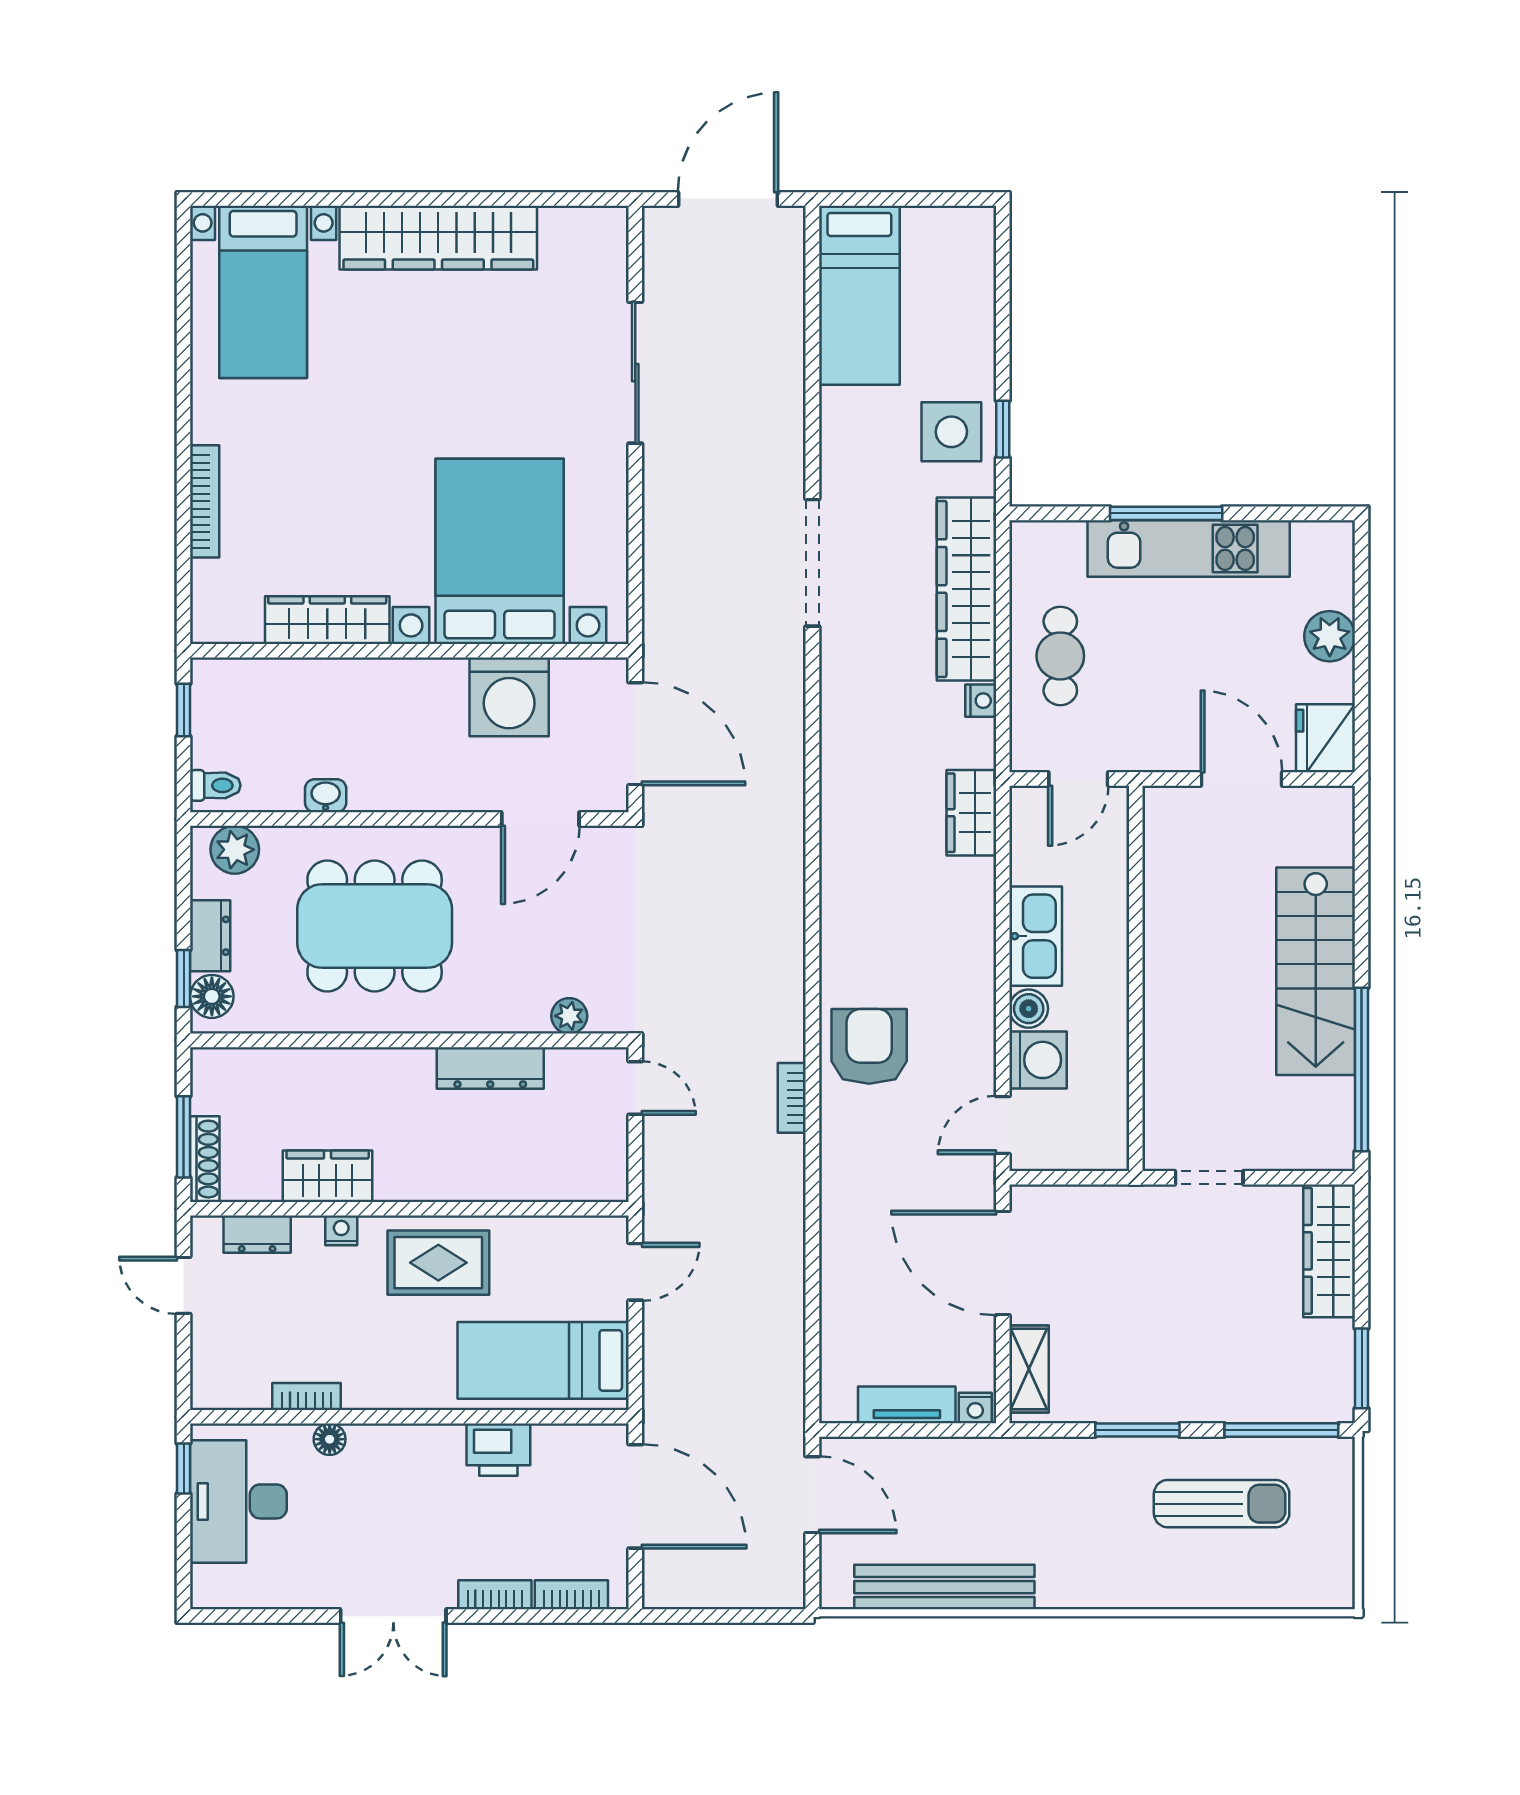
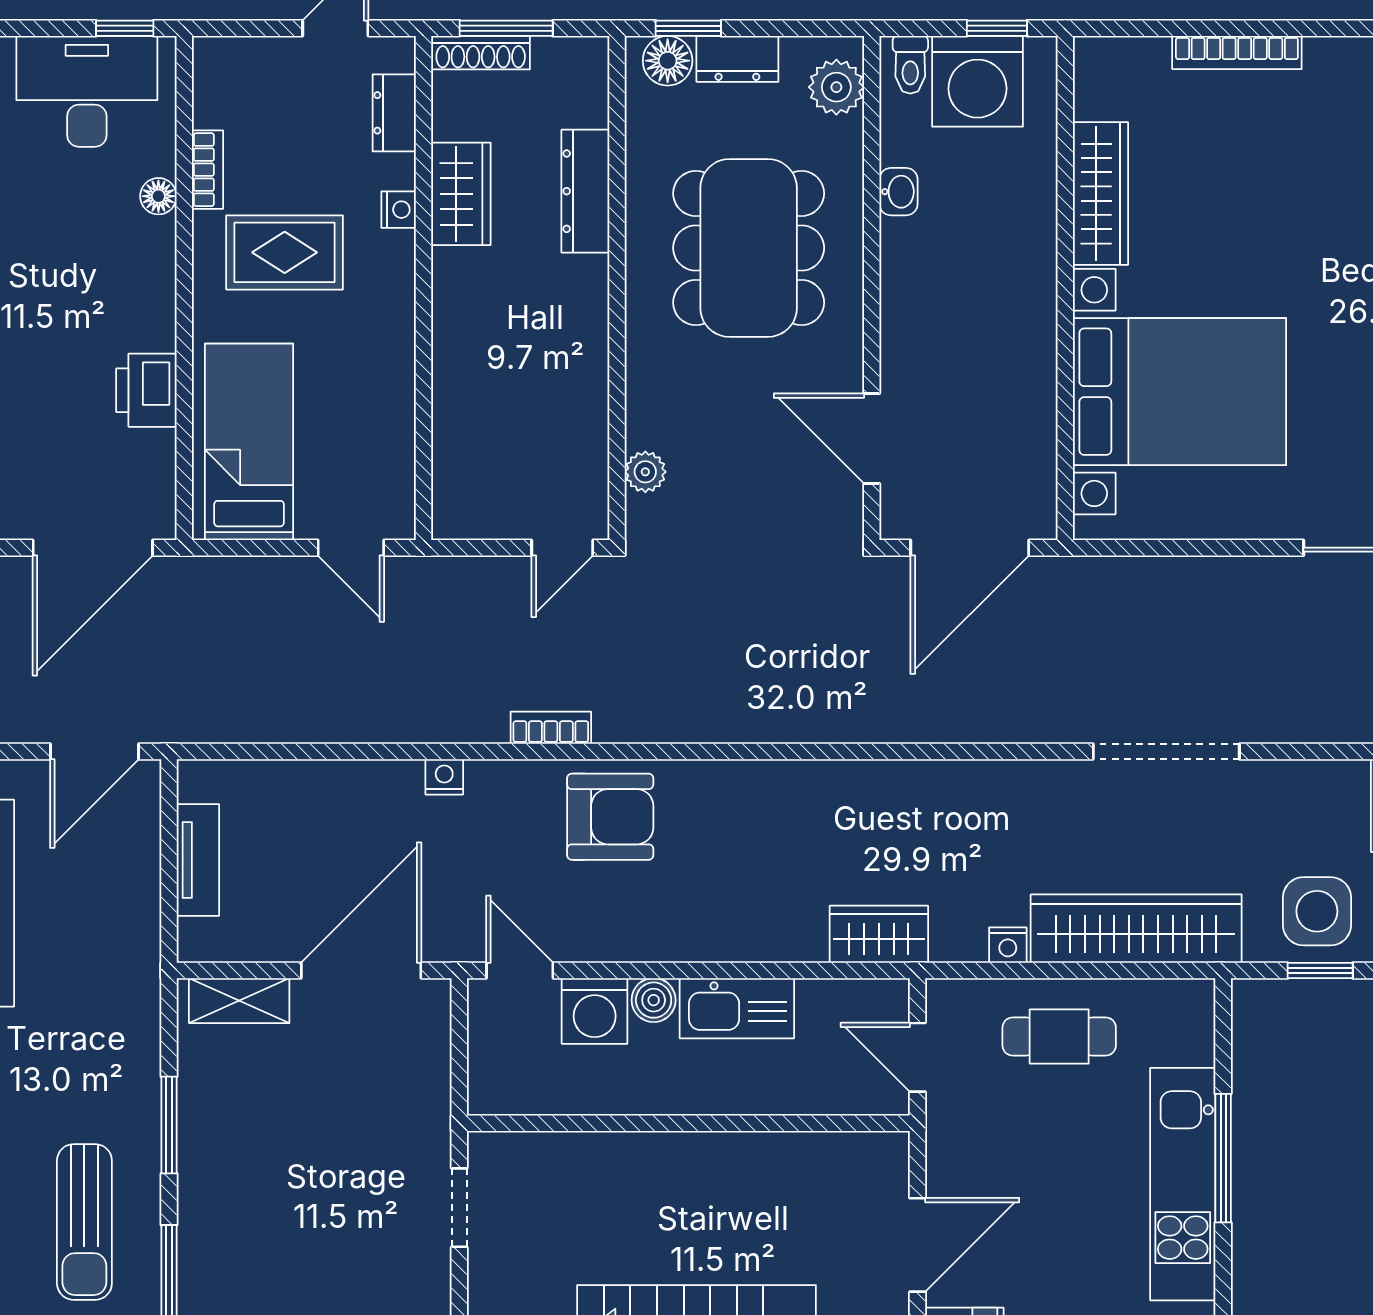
washing machine: (509, 697) -> (978, 81), moved, turned -90
dresser: (490, 1068) -> (585, 191), moved
rug: (438, 1263) -> (285, 252), moved, turned 90
nightstand: (975, 1408) -> (444, 777), moved, turned 90

